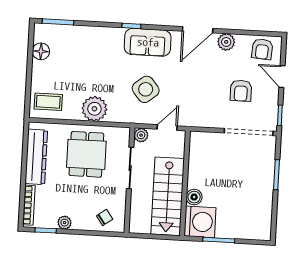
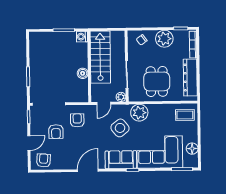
plant: (226, 42) -> (68, 164), removed
corner sofa: (89, 50) -> (160, 152), added
door: (282, 77) -> (29, 143), hinge flipped
armchair: (241, 91) -> (56, 132), turned 180
armchair: (208, 105) -> (77, 120), added
plant: (94, 109) -> (139, 113), moved
boiler: (194, 197) -> (83, 73), moved
washing machine: (200, 222) -> (82, 37), width x0.53, depth x0.53
plant: (65, 223) -> (164, 39), width x1.88, depth x1.88

